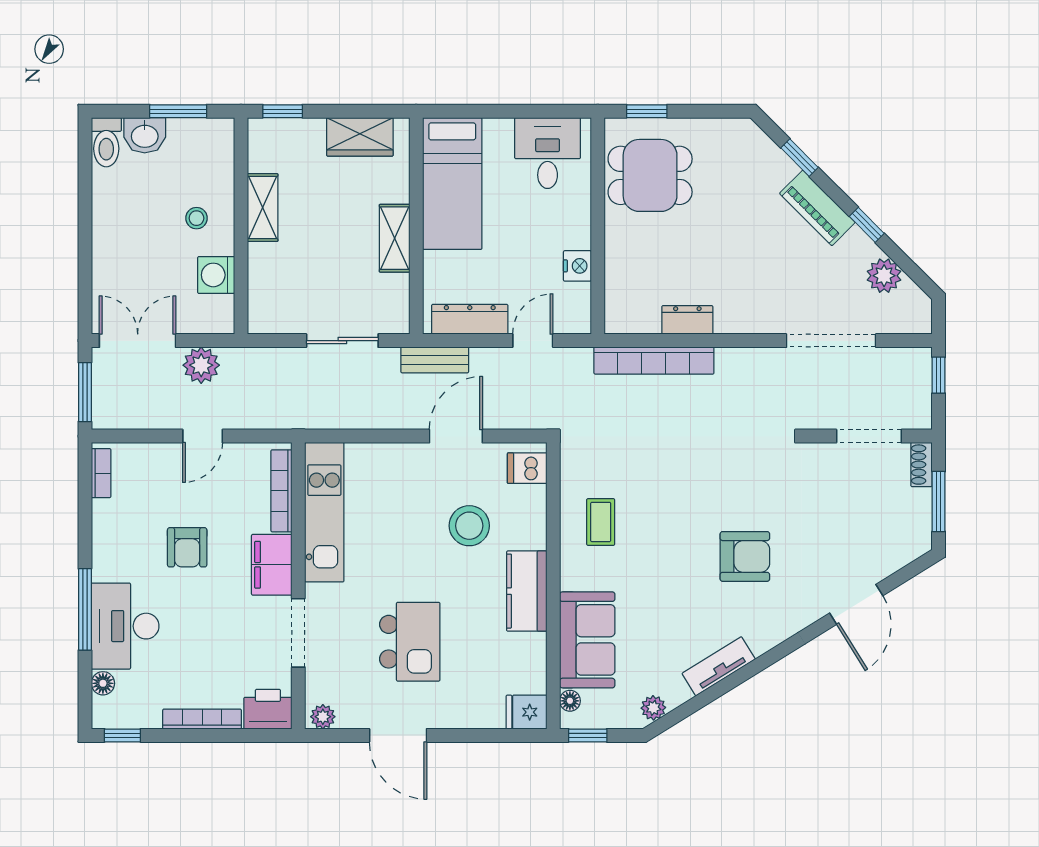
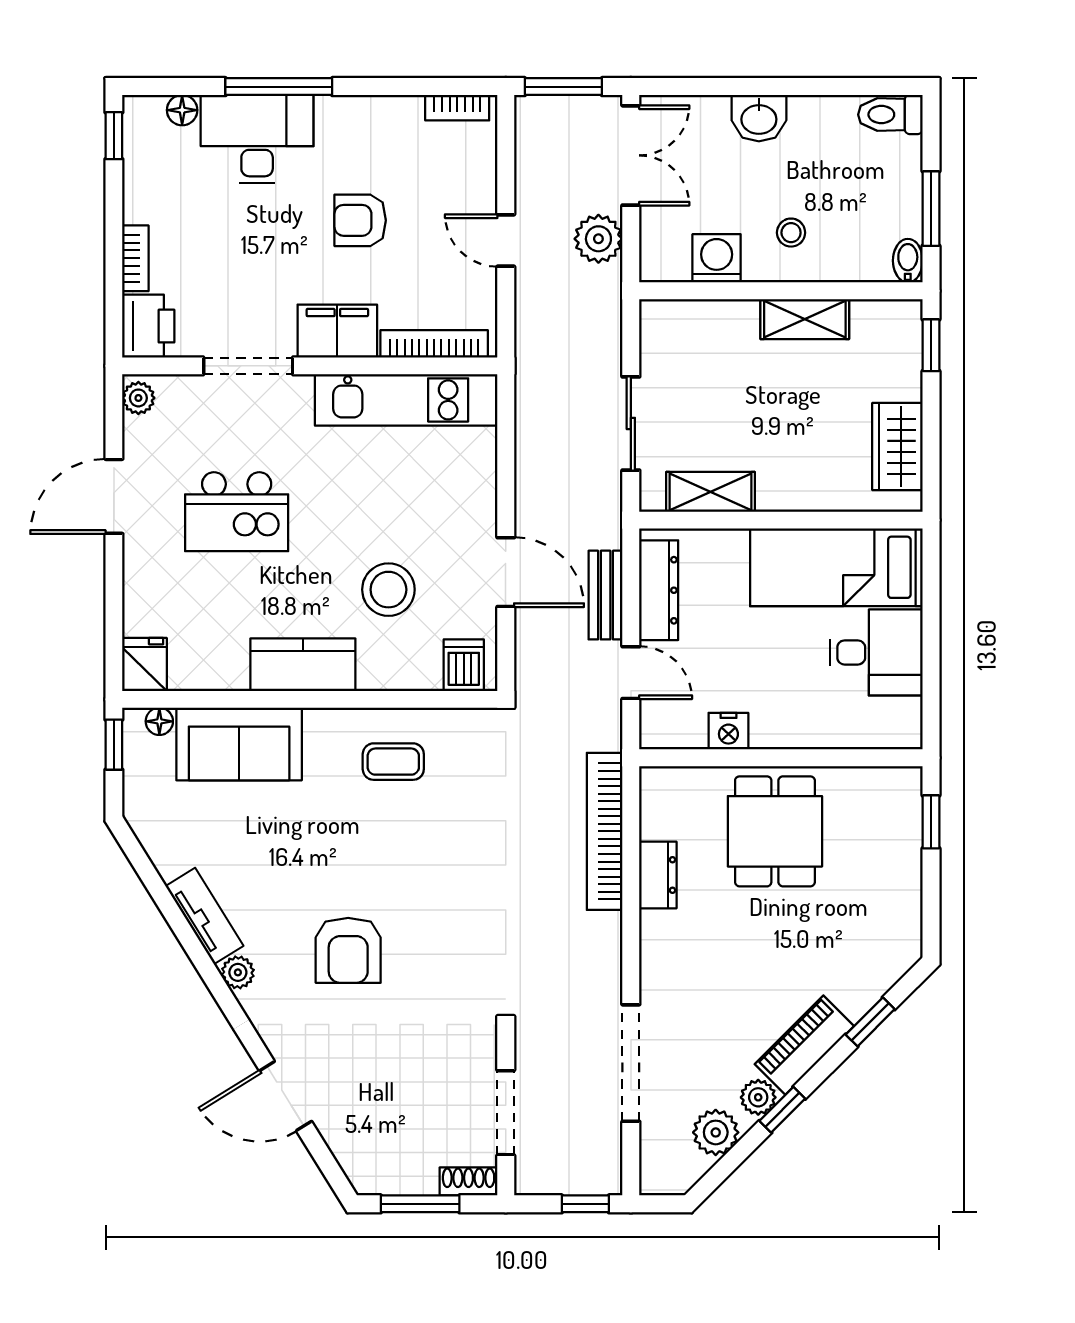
bidet: (218, 129) -> (908, 261), added
washbasin: (145, 135) -> (759, 118), moved, turned -90
desk: (548, 153) -> (876, 652), moved
dining table: (650, 175) -> (775, 831), moved
shelving: (395, 238) -> (711, 492), moved
plant: (857, 243) -> (758, 1097), added
bench: (435, 360) -> (606, 595), moved
plant: (653, 708) -> (238, 972), moved
bookcase: (202, 719) -> (135, 258), width x0.64

